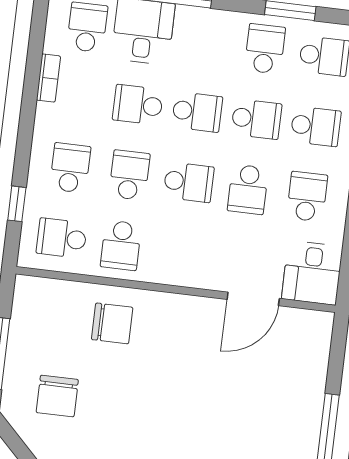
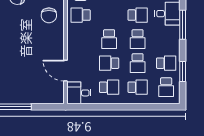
school desk: (138, 105) -> (138, 15), turned 90
school desk: (316, 126) -> (138, 87), turned -90
school desk: (129, 175) -> (109, 15), removed

